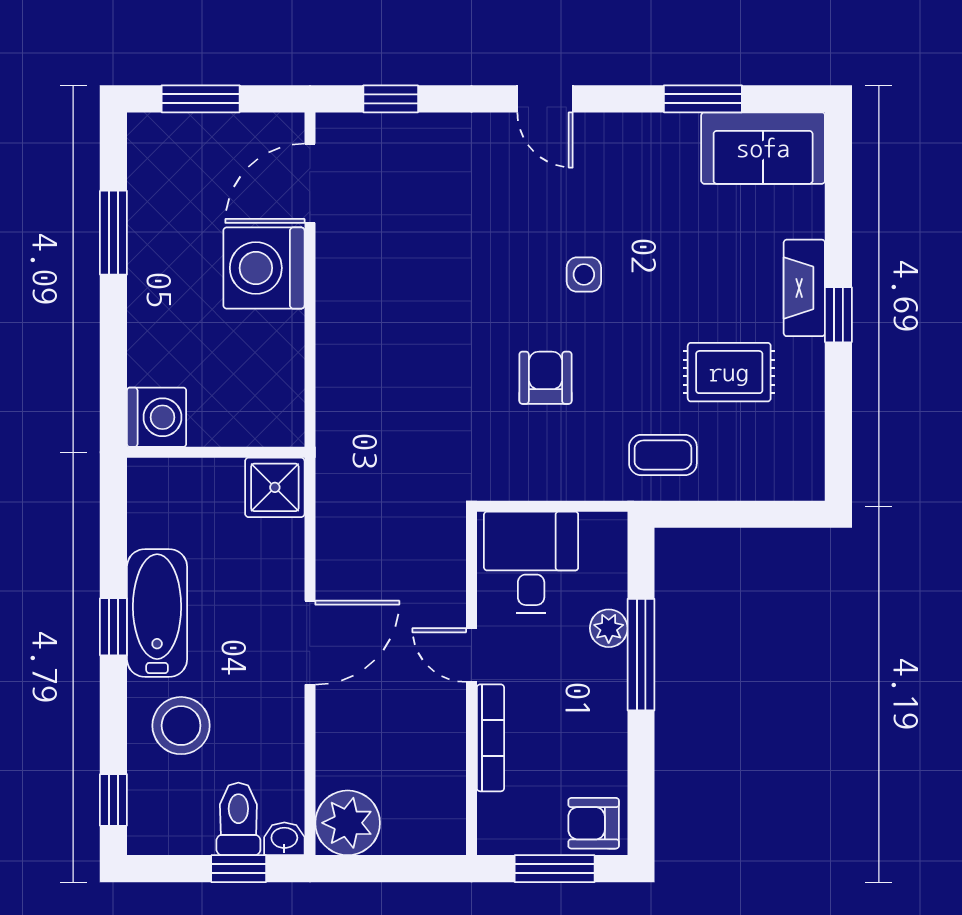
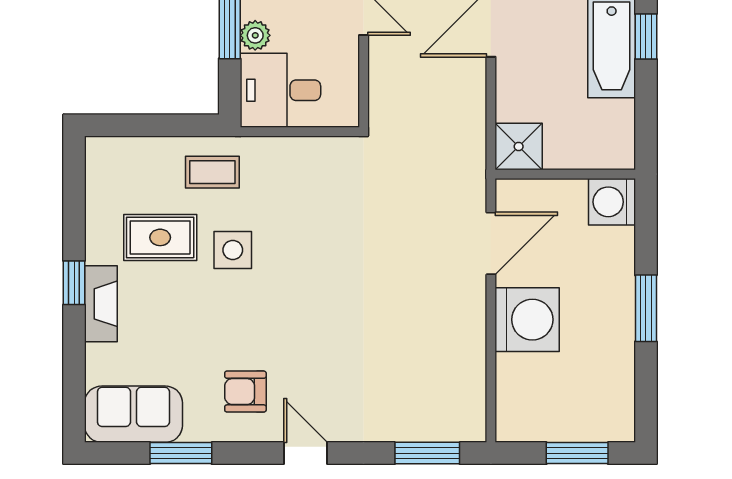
window: (391, 99) -> (427, 453), width x1.50
door: (310, 183) -> (491, 243), moved
window: (113, 233) -> (646, 308), moved
side table: (584, 275) -> (233, 250), moved, width x1.37, depth x1.37
armchair: (545, 378) -> (245, 392), moved, turned 90
desk: (531, 562) -> (280, 90), moved, turned 90

